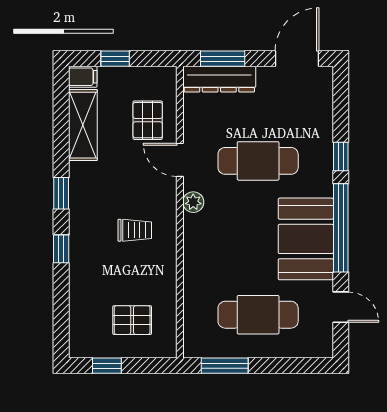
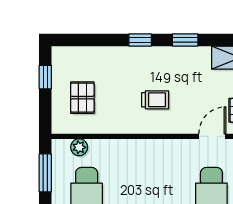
plant: (193, 202) -> (79, 147), moved
trolley: (135, 230) -> (155, 100), turned -90

